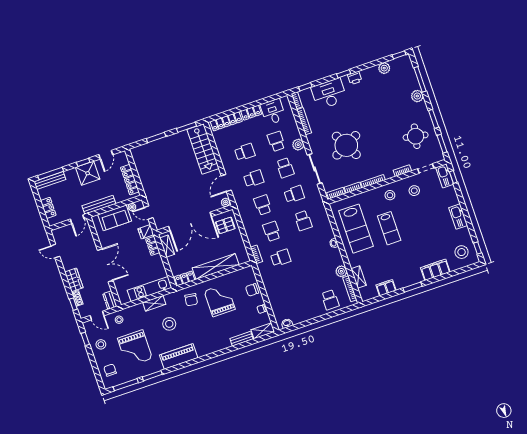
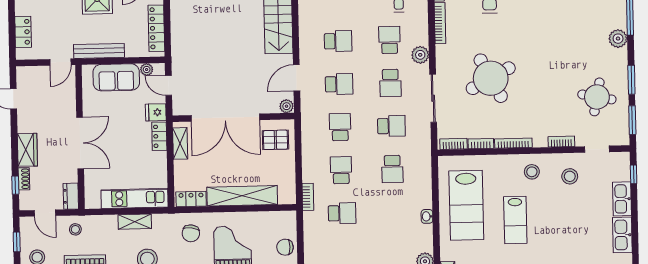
kitchen sink: (445, 176) -> (622, 199), moved

